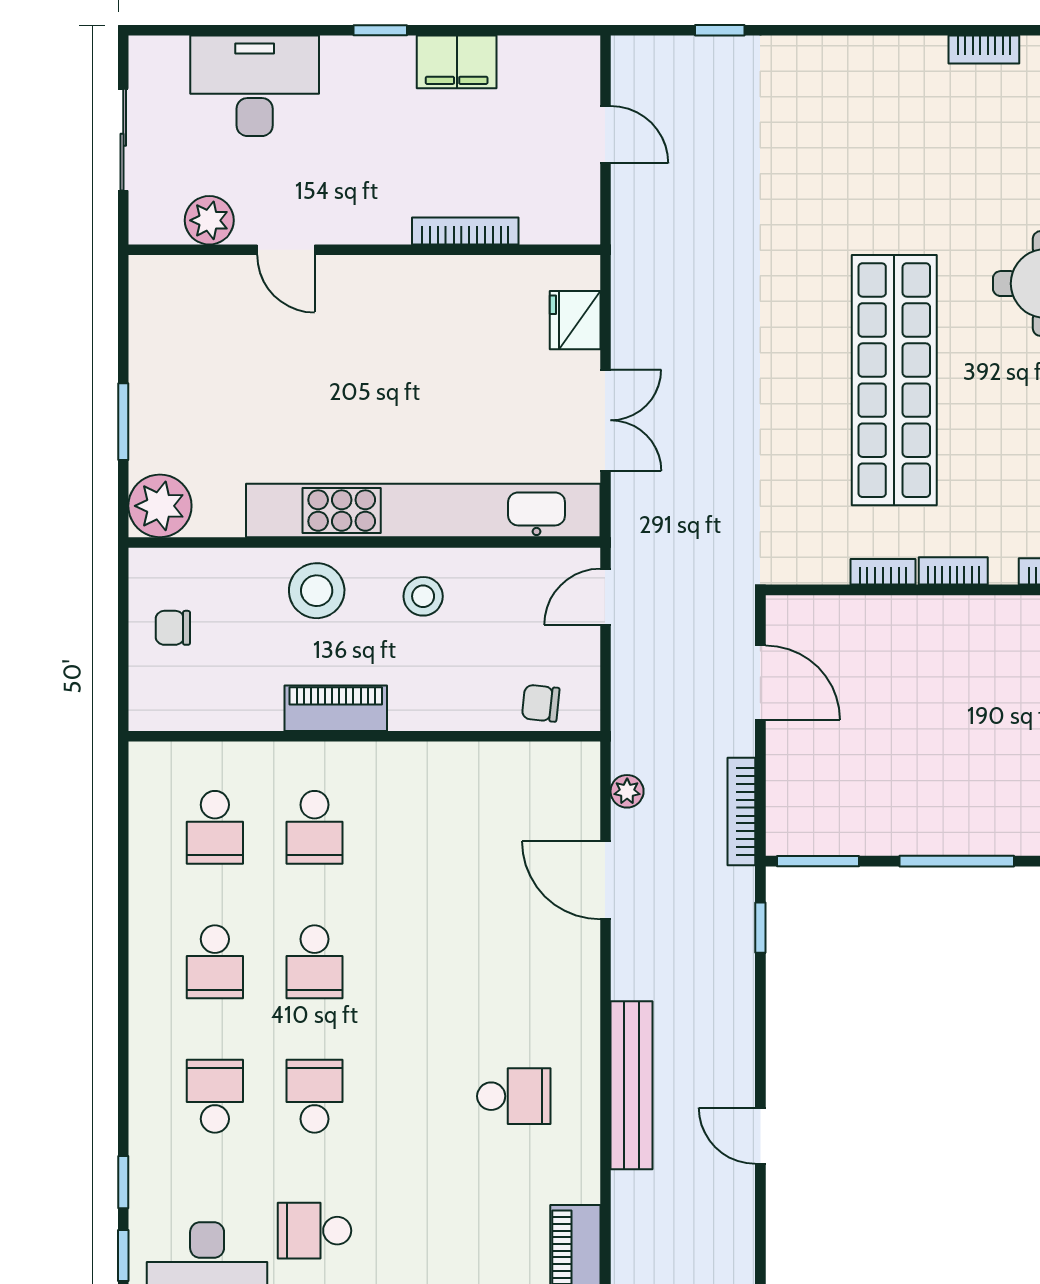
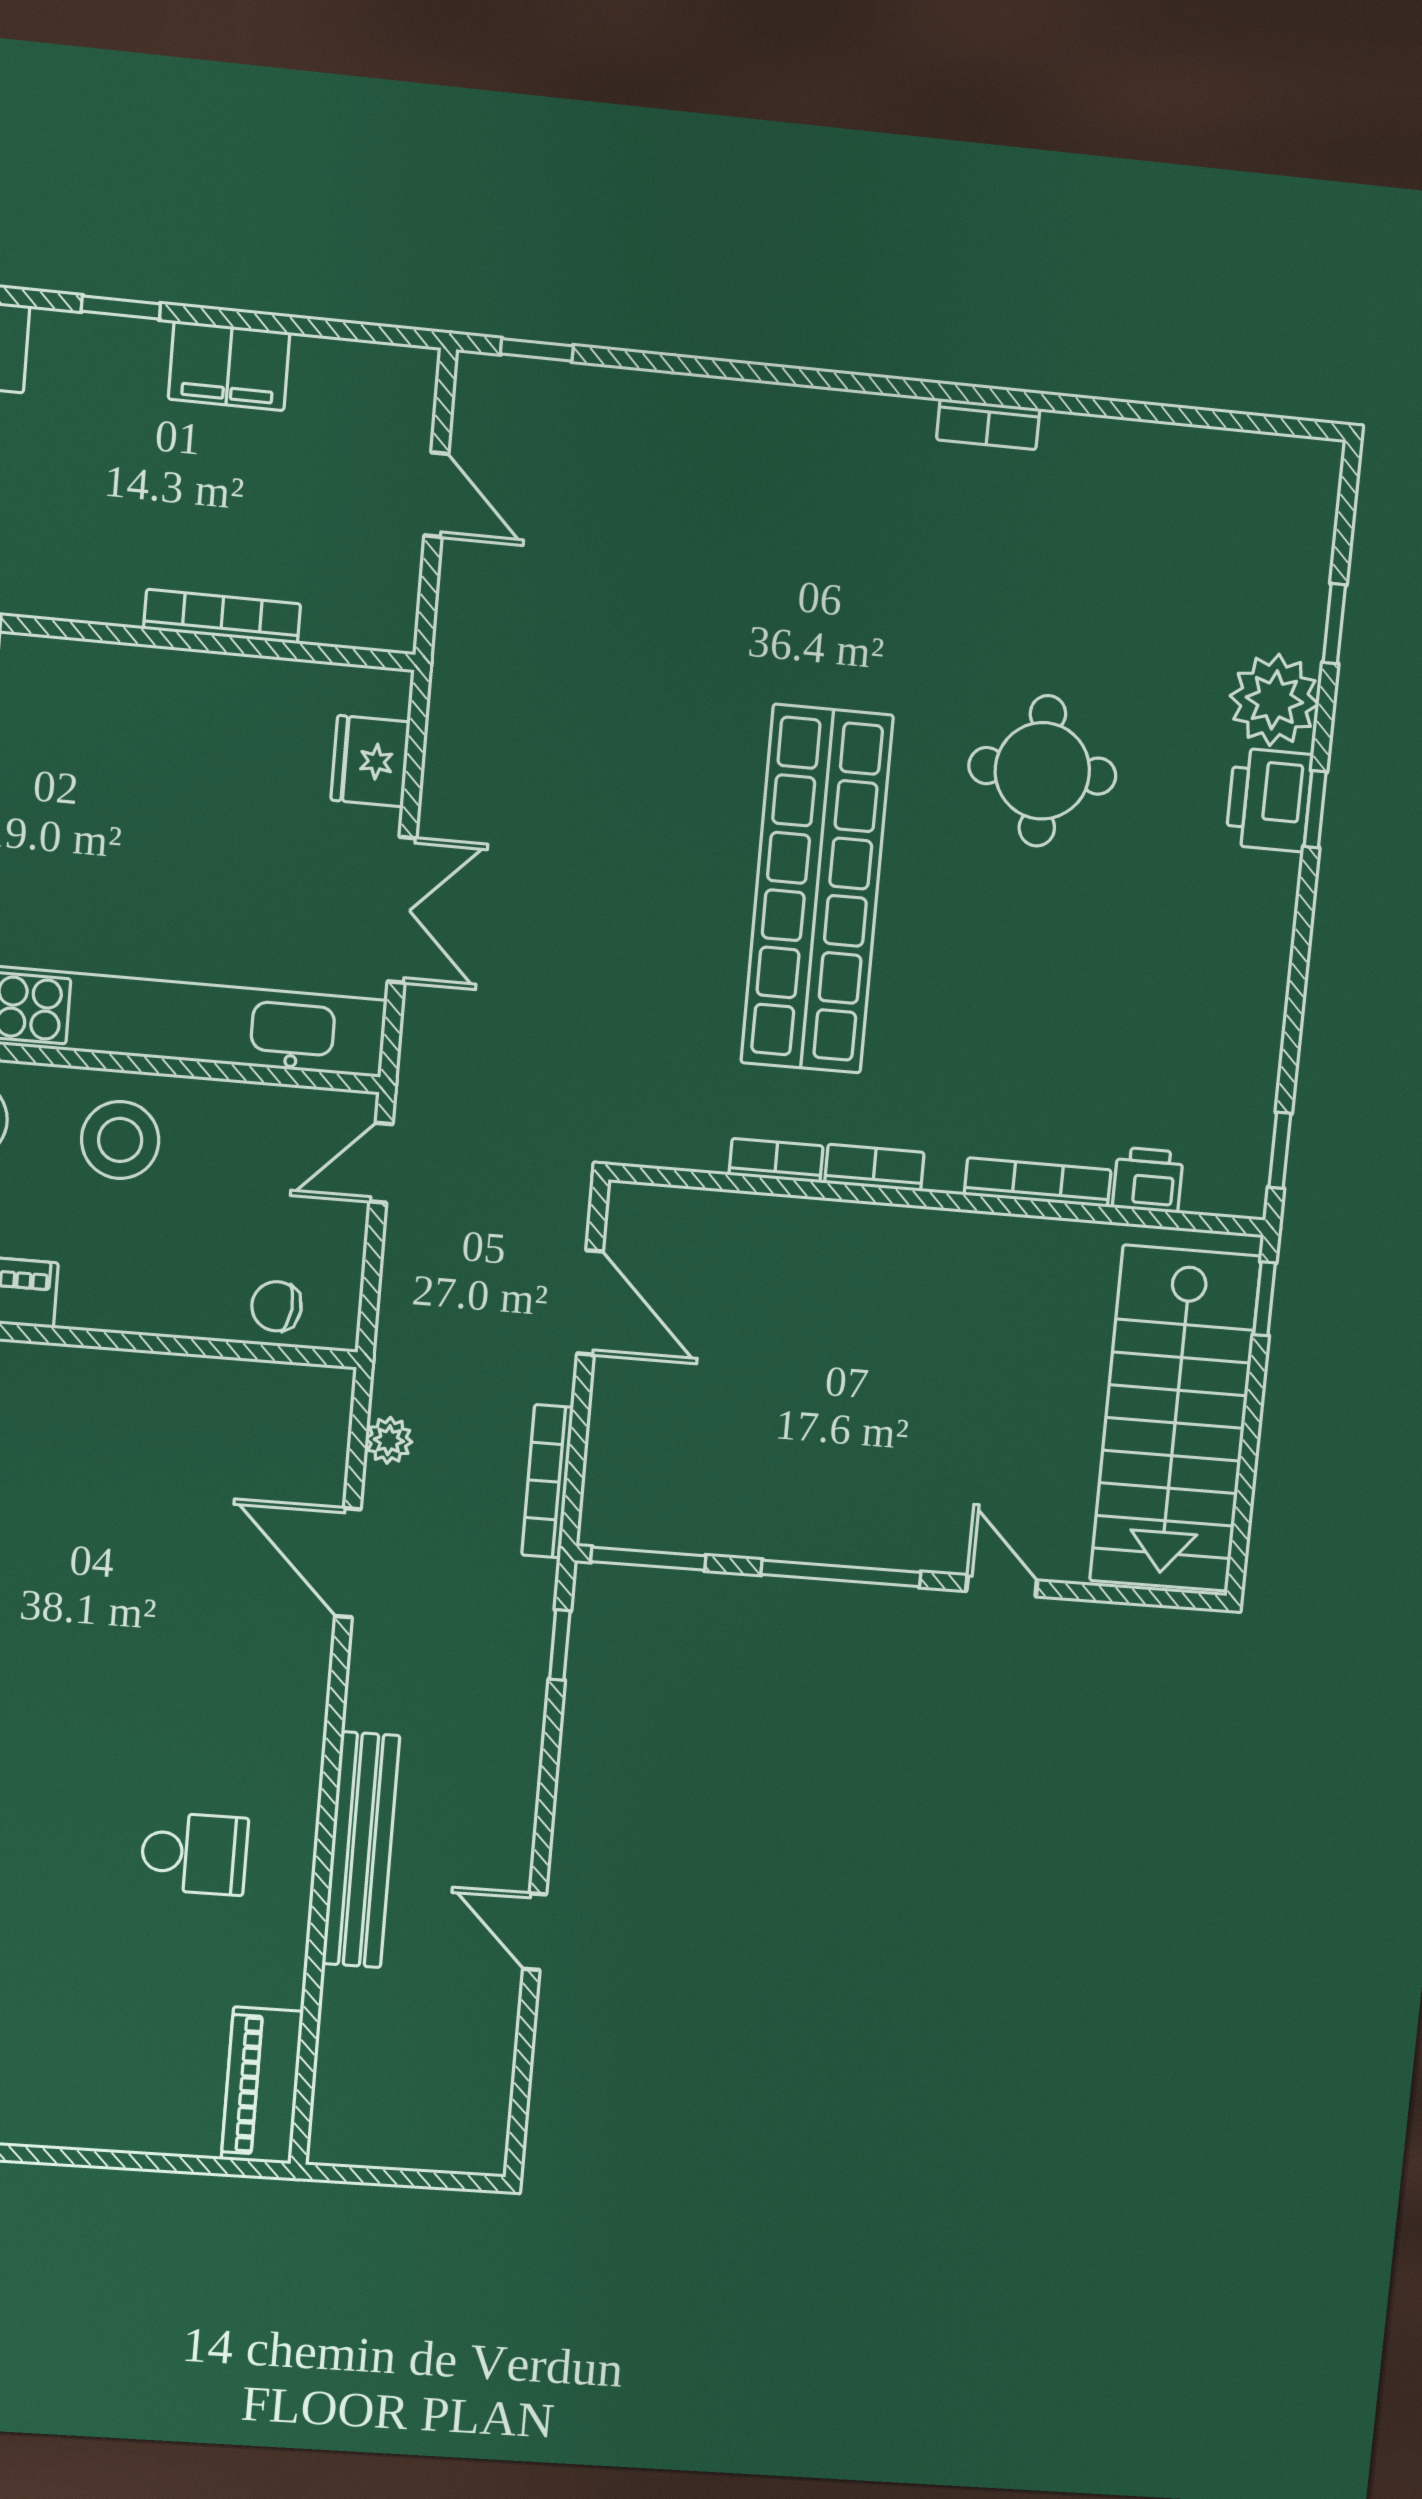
window: (720, 30) -> (537, 350), moved
stool: (423, 596) -> (120, 1140), width x1.38, depth x1.38

